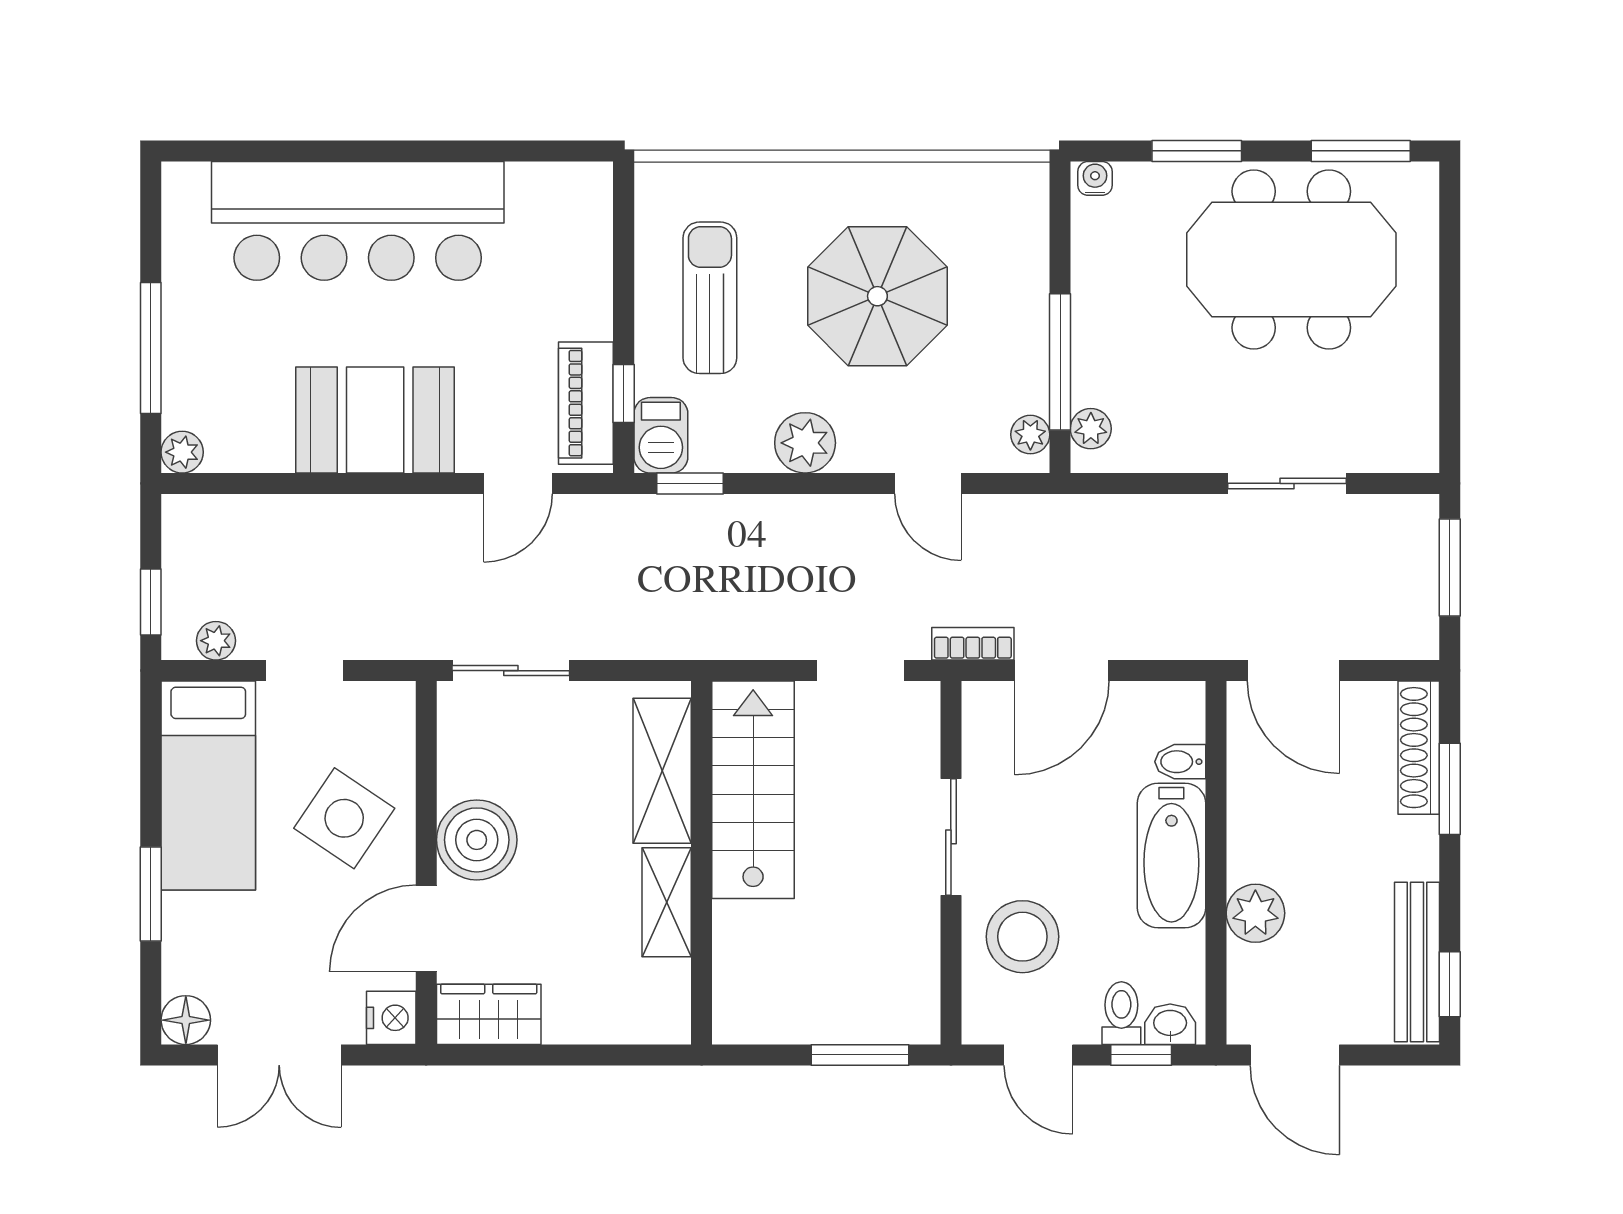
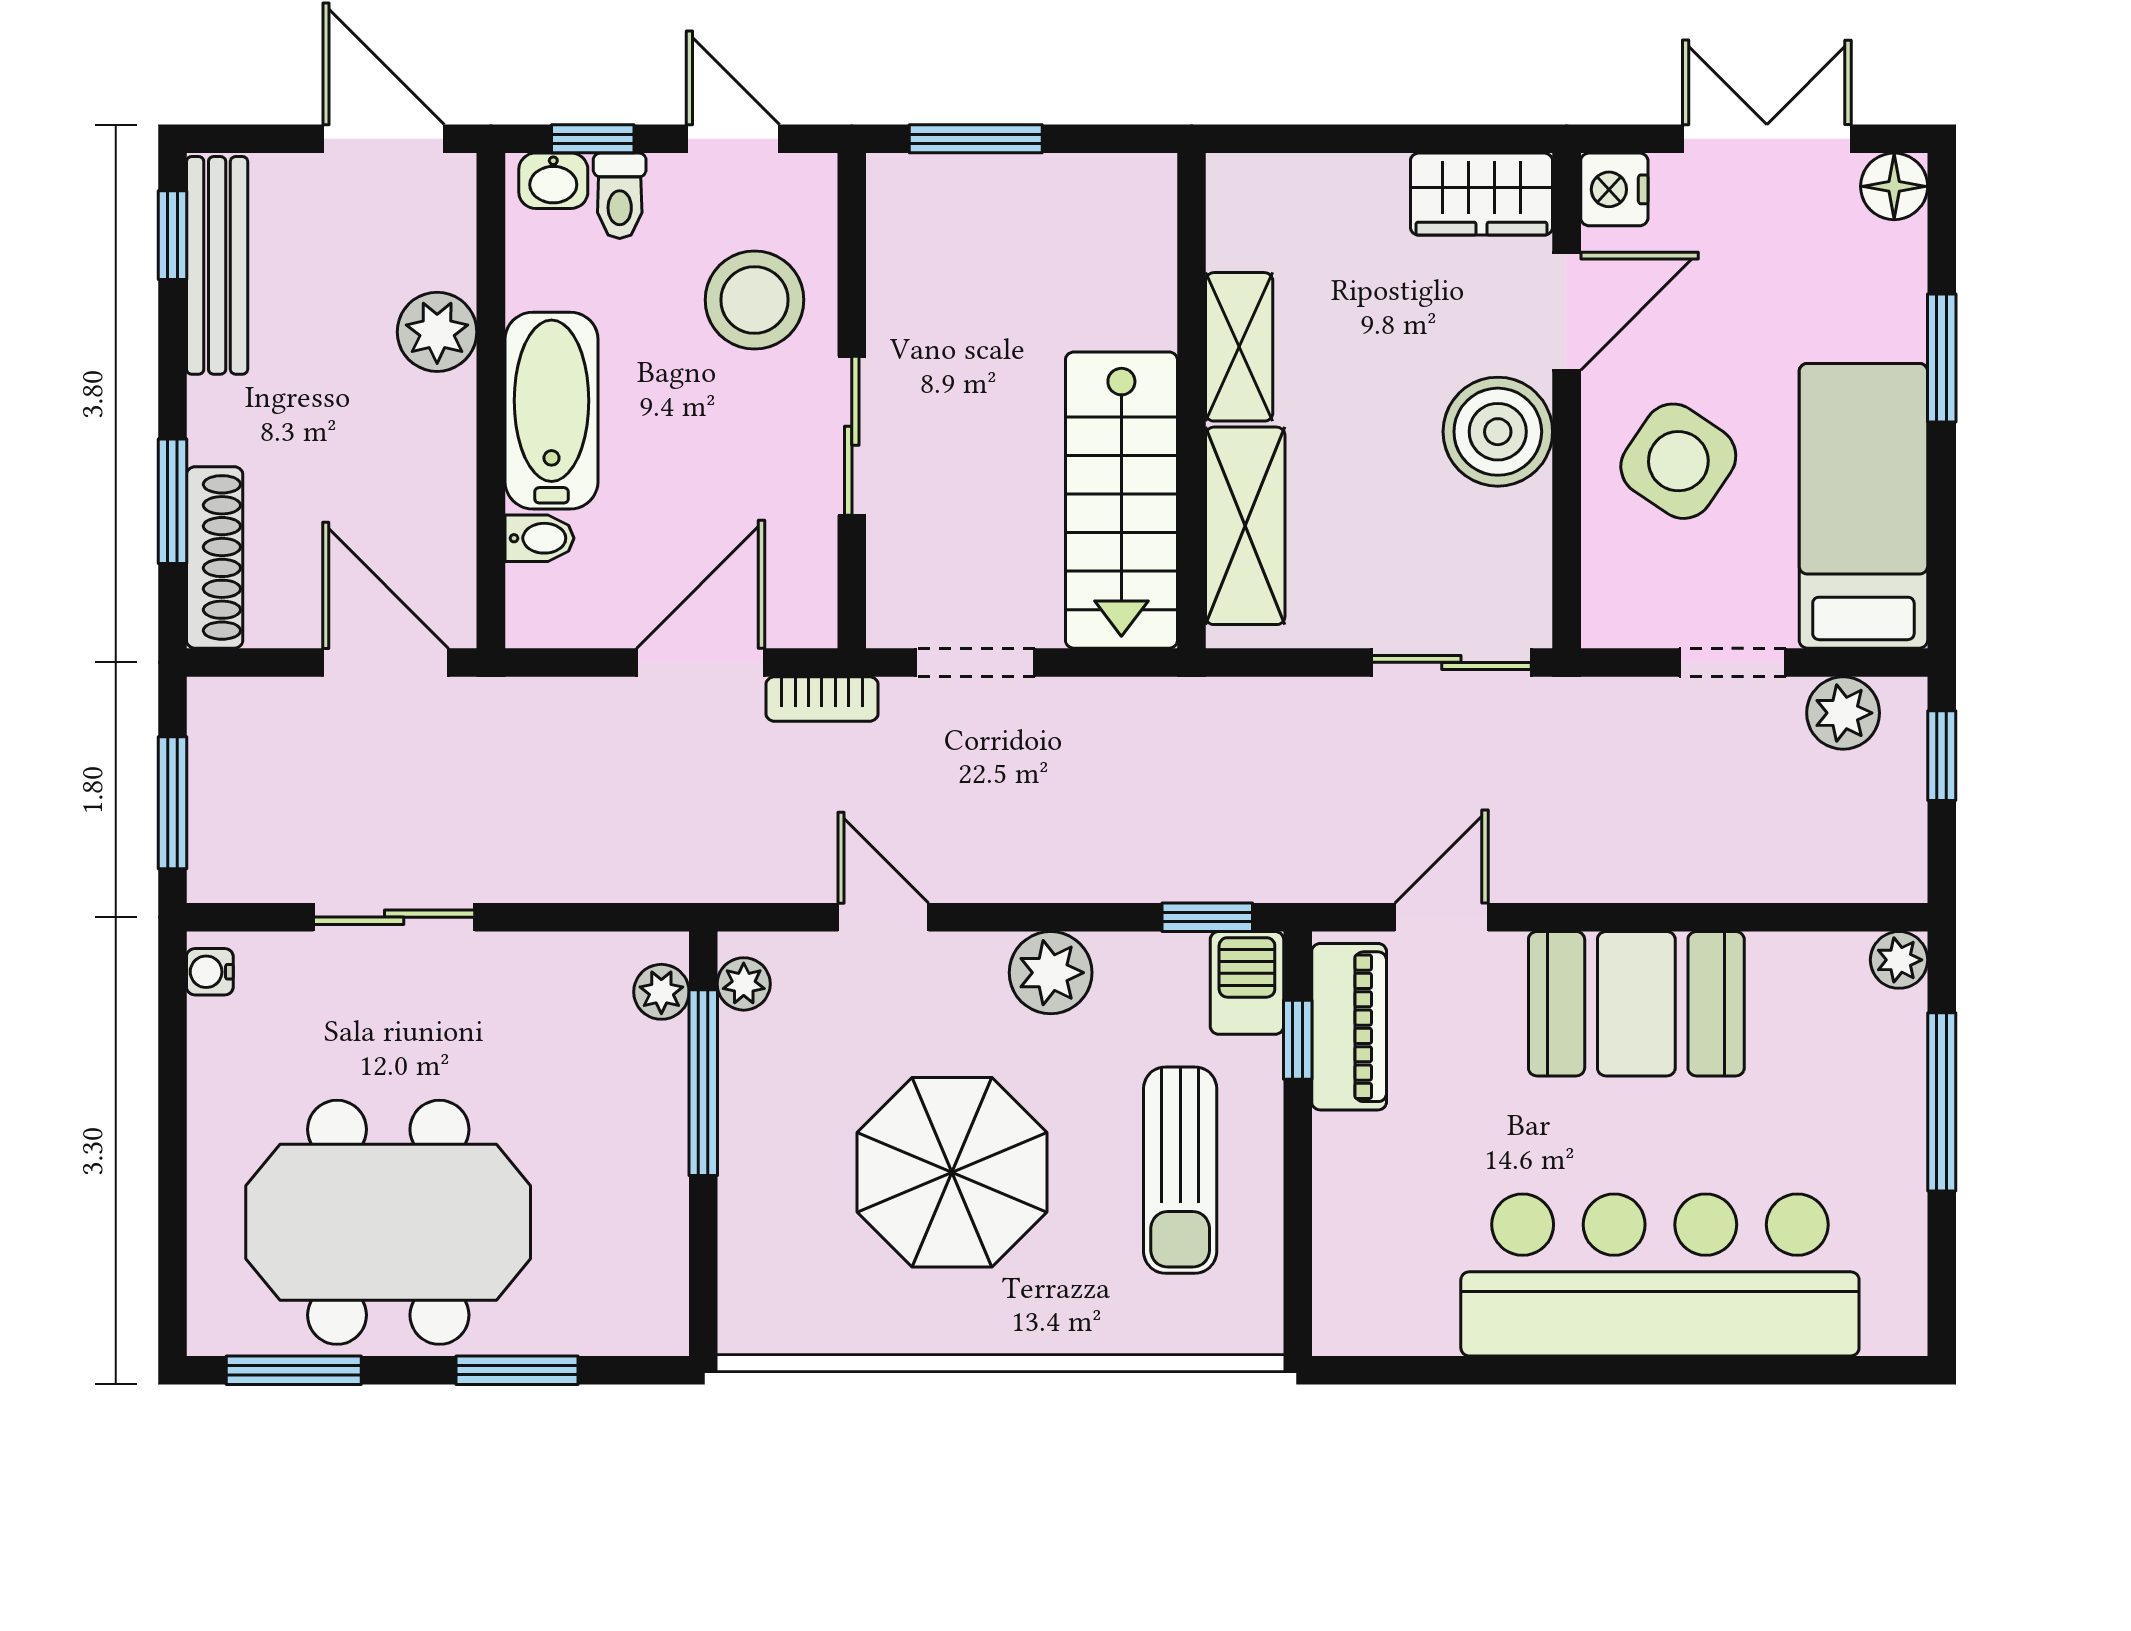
water cooler: (1095, 178) -> (210, 972), moved, turned 90
plant: (216, 641) -> (1843, 713), width x1.38, depth x1.38

